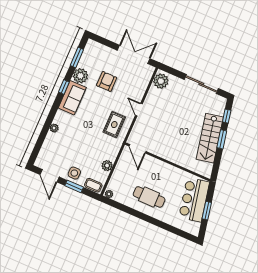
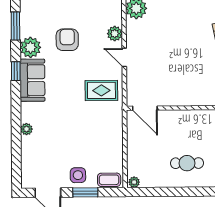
rug: (114, 125) -> (101, 90), turned 90
plant: (107, 166) -> (115, 34), moved
cafe table: (149, 197) -> (187, 163), width x0.73, depth x0.74

